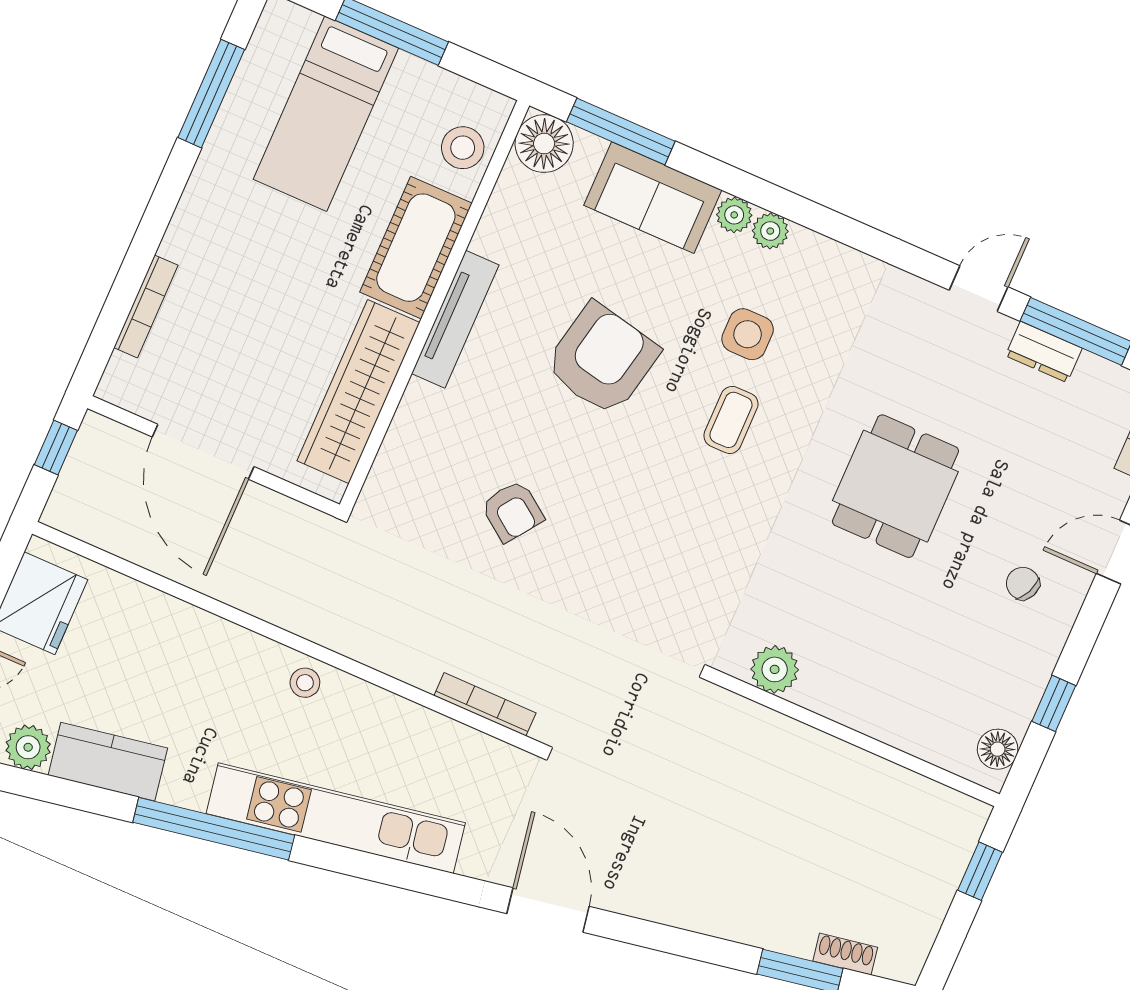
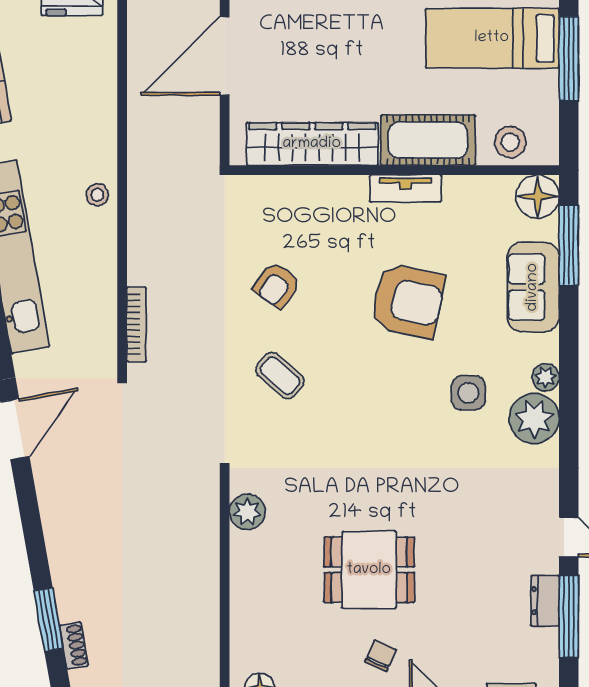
plant: (734, 215) -> (534, 419), moved, width x1.88, depth x1.88
tv unit: (455, 319) -> (405, 189), width x0.71
coffee table: (731, 420) -> (280, 376), moved, turned 41
dining table: (895, 486) -> (369, 570), moved

